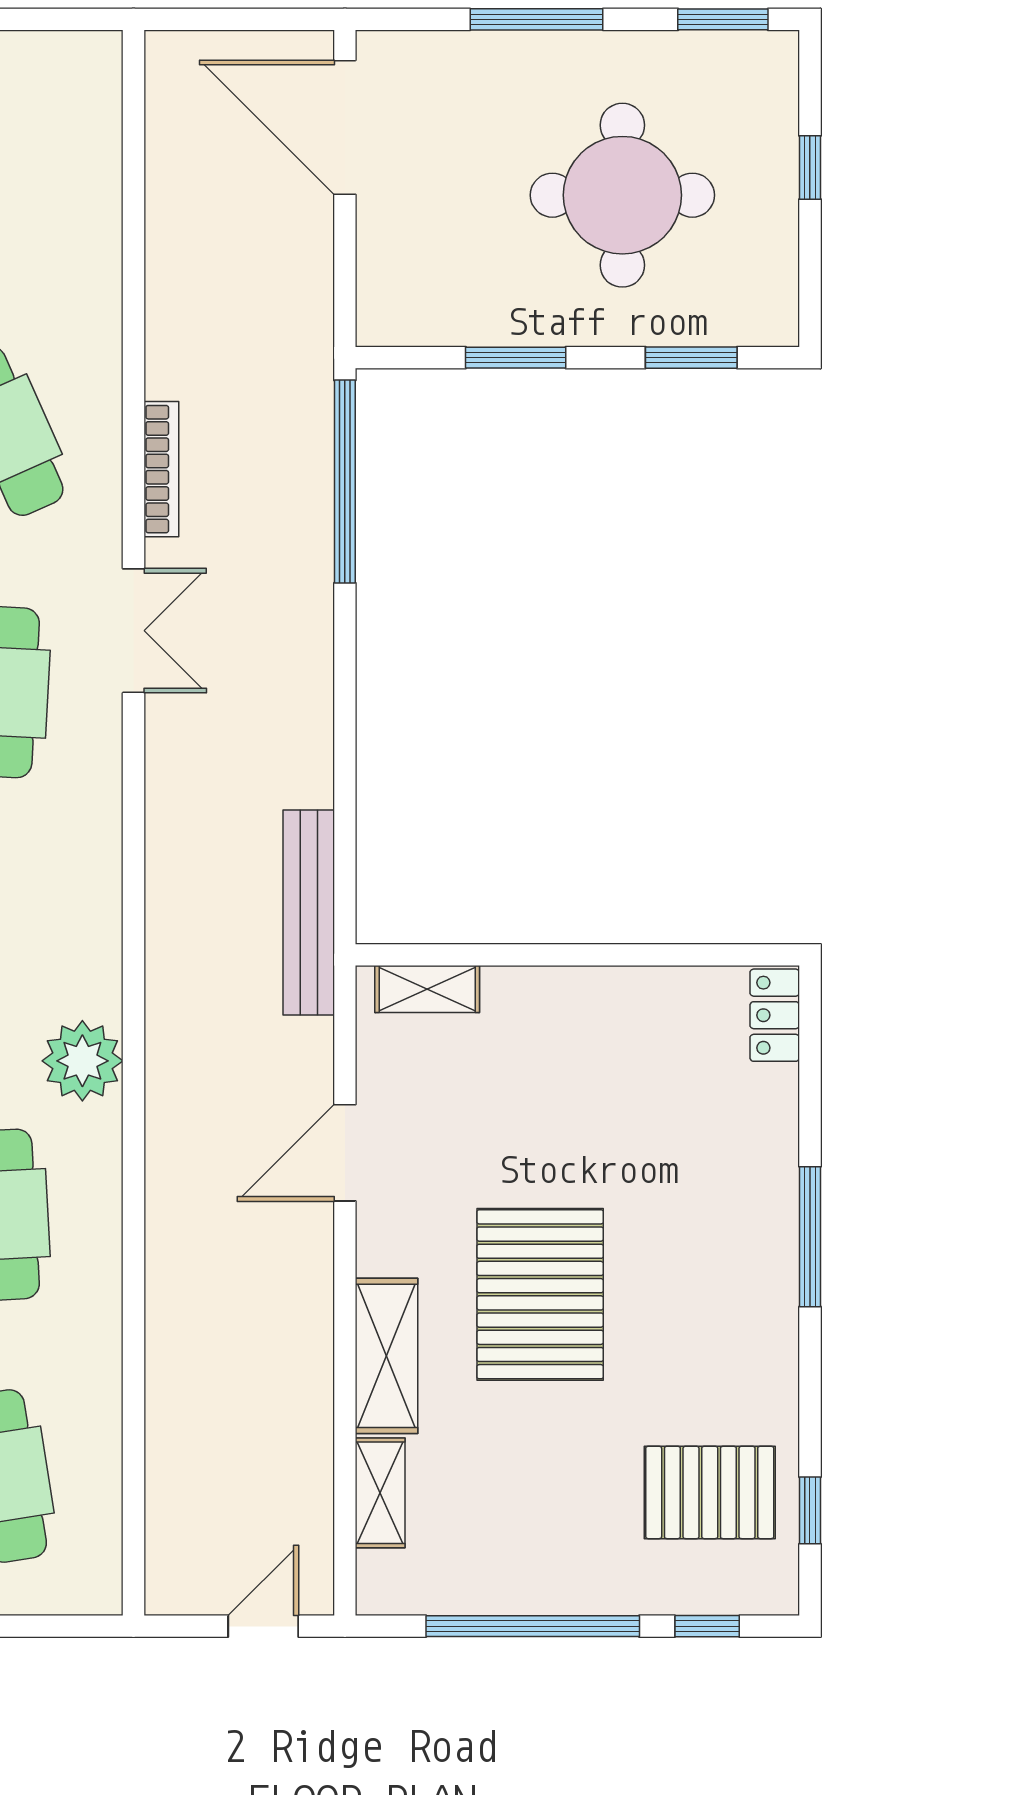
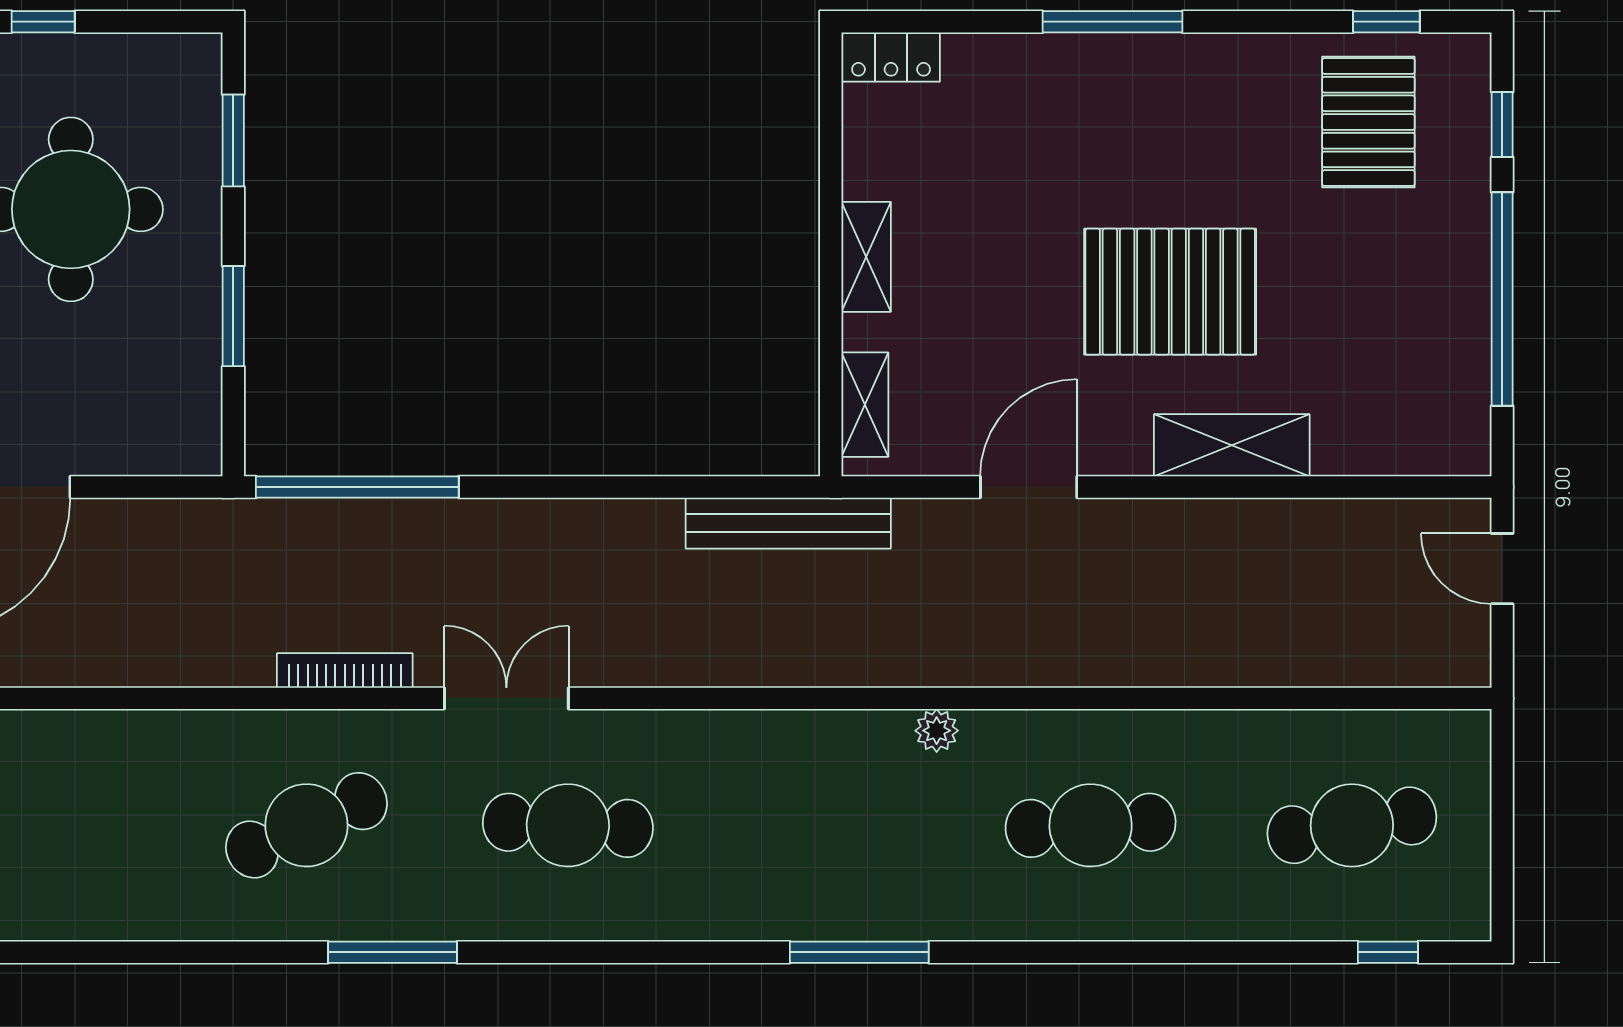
plant: (82, 1061) -> (937, 731), width x0.53, depth x0.53
door: (345, 1153) -> (1029, 487), swing flipped
shelving: (380, 1493) -> (866, 257), moved, turned 90

